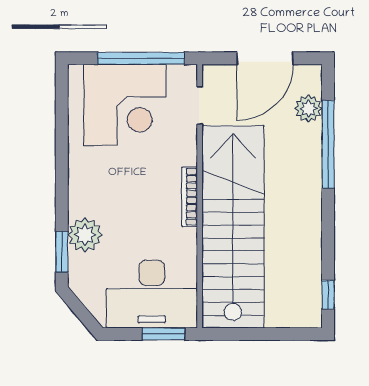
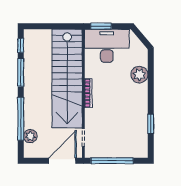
door: (265, 58) -> (62, 161), moved
corner desk: (125, 105) -> (120, 138), removed
window: (328, 239) -> (21, 72), added
window: (62, 252) -> (151, 124), moved

